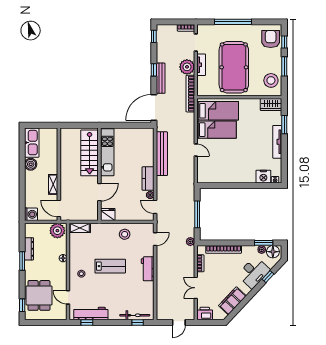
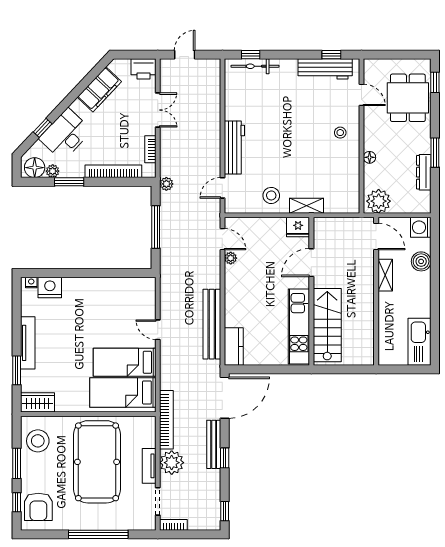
boiler: (31, 164) -> (421, 261), moved
kitchen counter: (148, 178) -> (234, 346), moved
shelving: (80, 228) -> (306, 206), moved
window: (264, 243) -> (69, 182), moved
lab bench: (110, 266) -> (294, 145), removed
workbench: (148, 269) -> (234, 148), width x1.37

